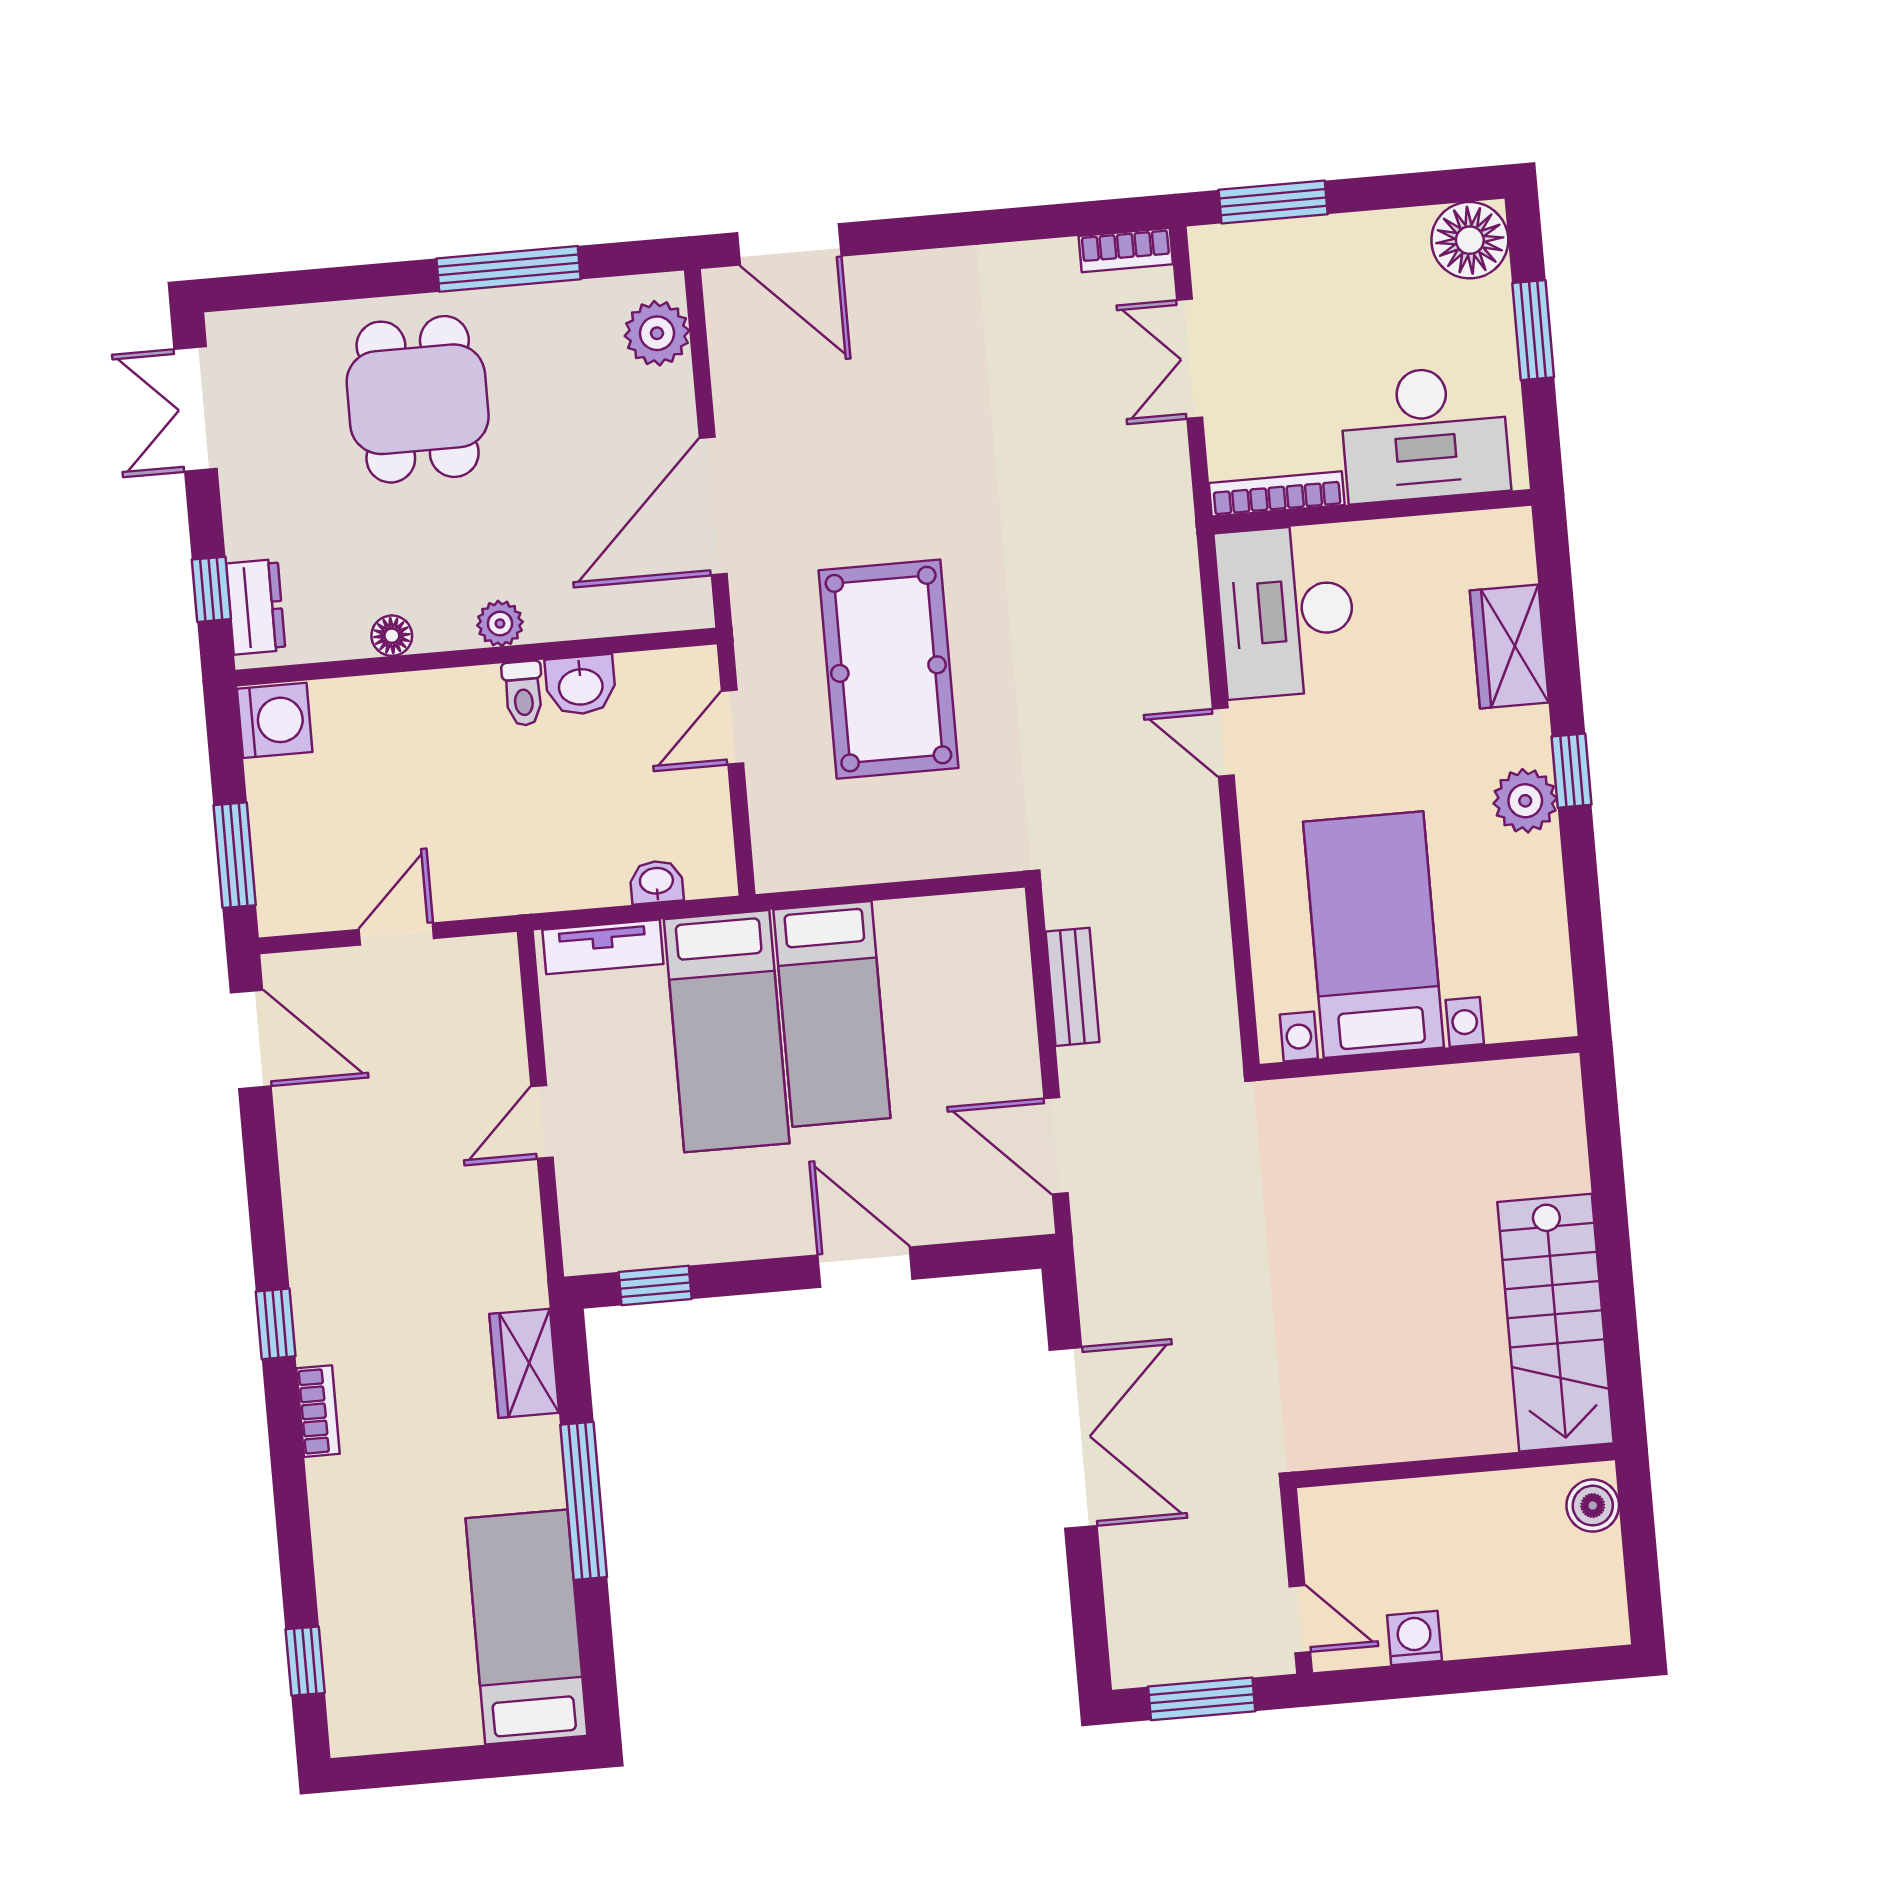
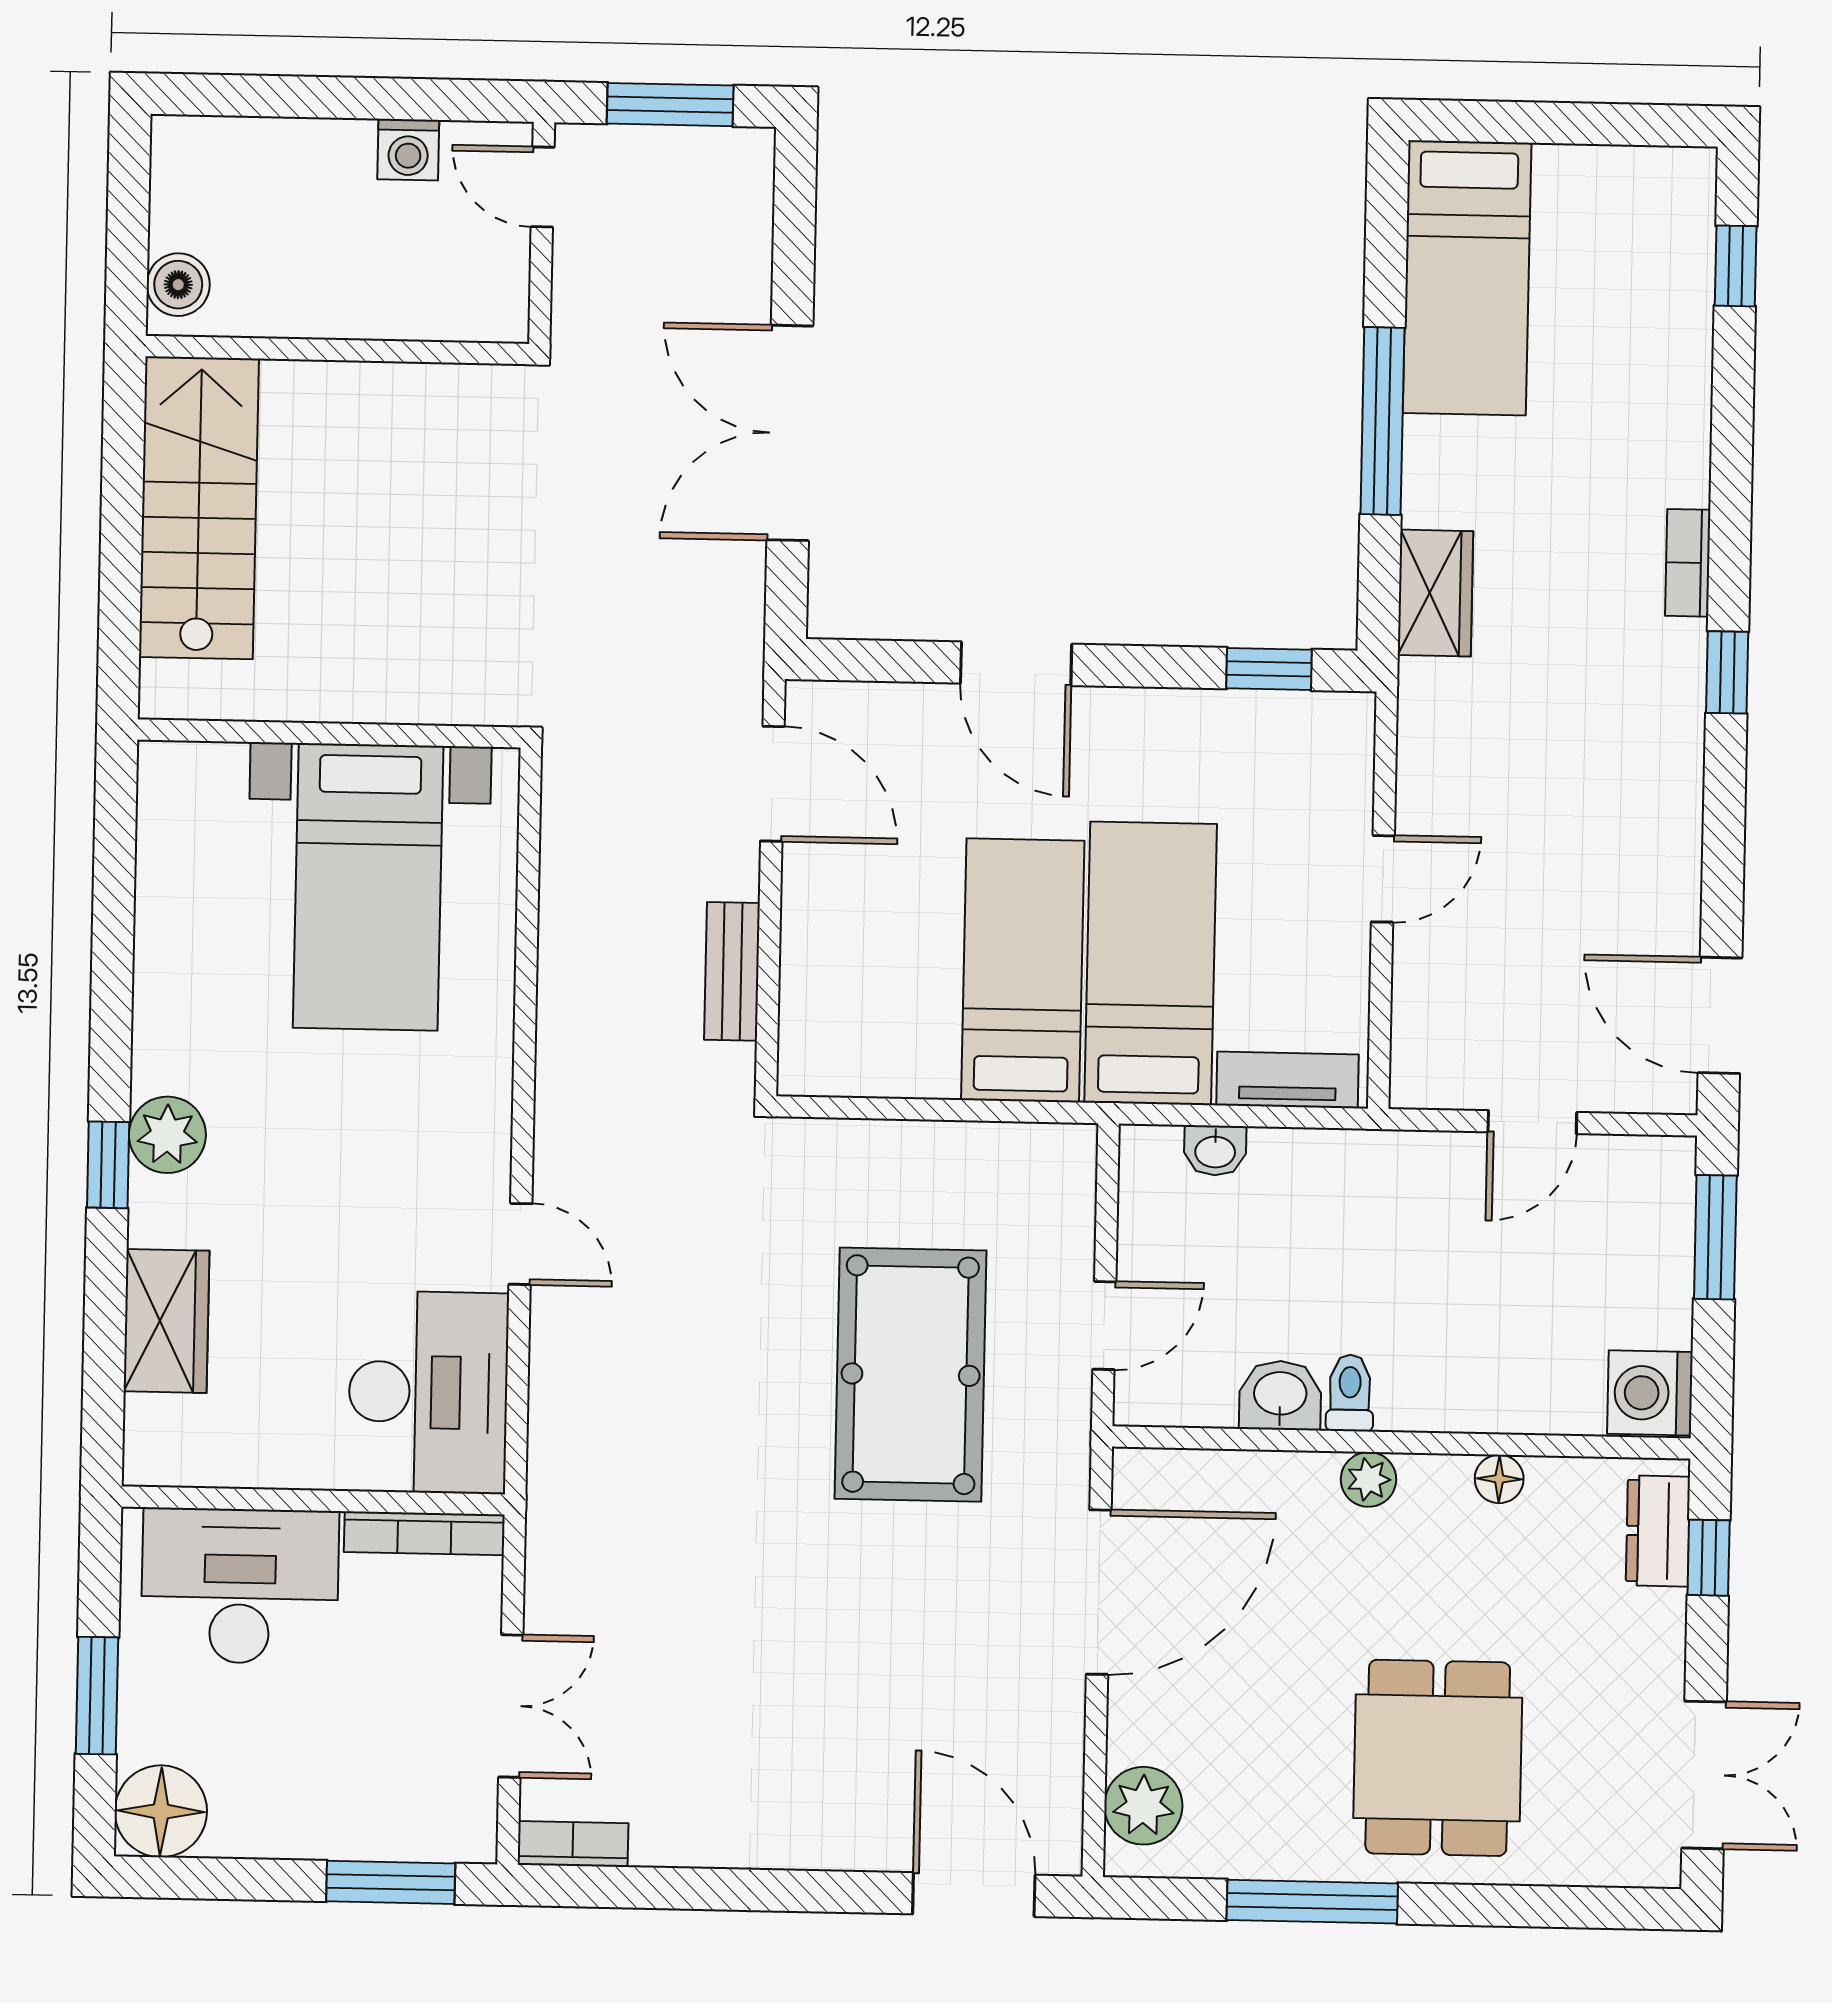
bed with nightstands: (1374, 935) -> (368, 887), moved
wall: (1420, 1058) -> (329, 733), moved

